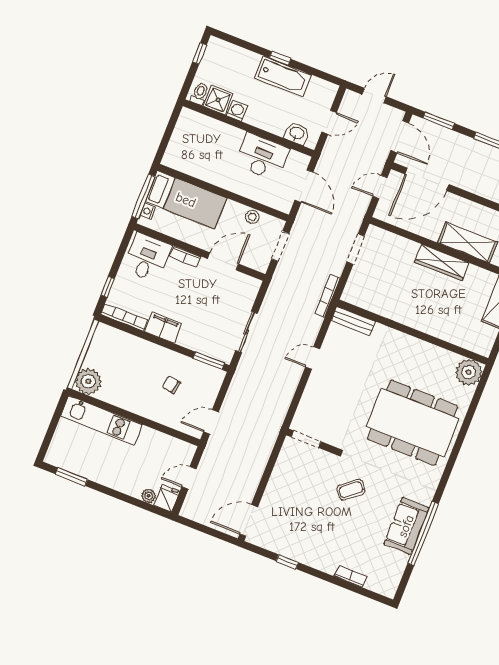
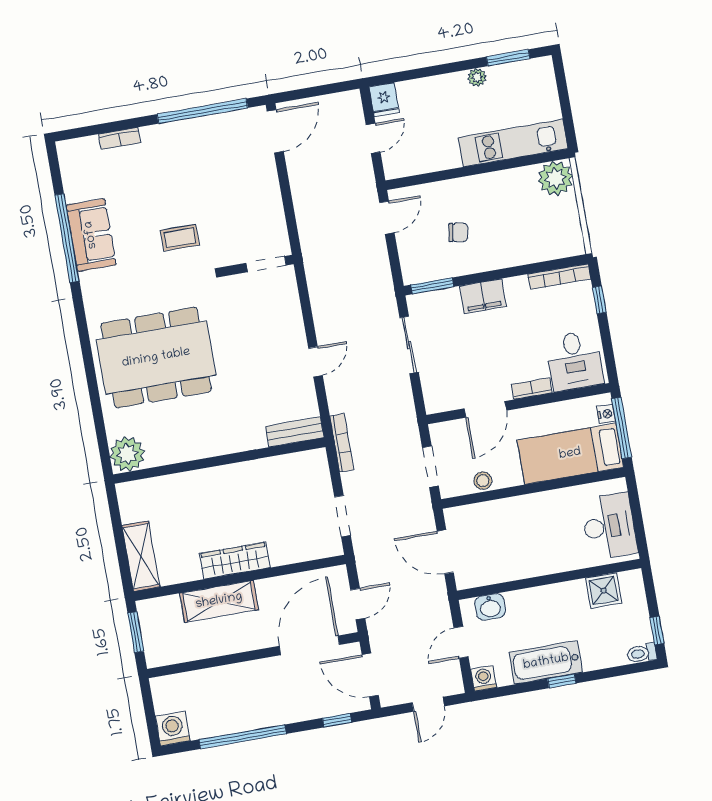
toilet: (199, 94) -> (642, 653), moved, turned 90
washing machine: (237, 111) -> (484, 678), moved, turned 180
window: (439, 121) -> (337, 720), width x0.67
desk: (262, 157) -> (609, 526), moved, turned -90
filing cabinet: (163, 328) -> (483, 296), moved
coffee table: (351, 490) -> (180, 238), turned 39
plant: (149, 496) -> (477, 77), moved
window: (287, 562) -> (202, 111), width x3.17

